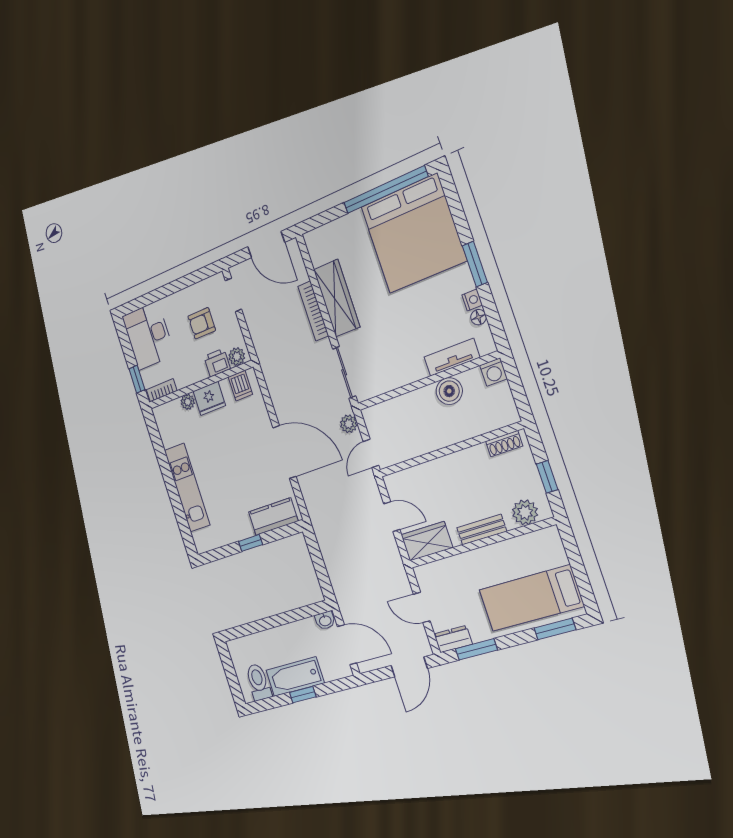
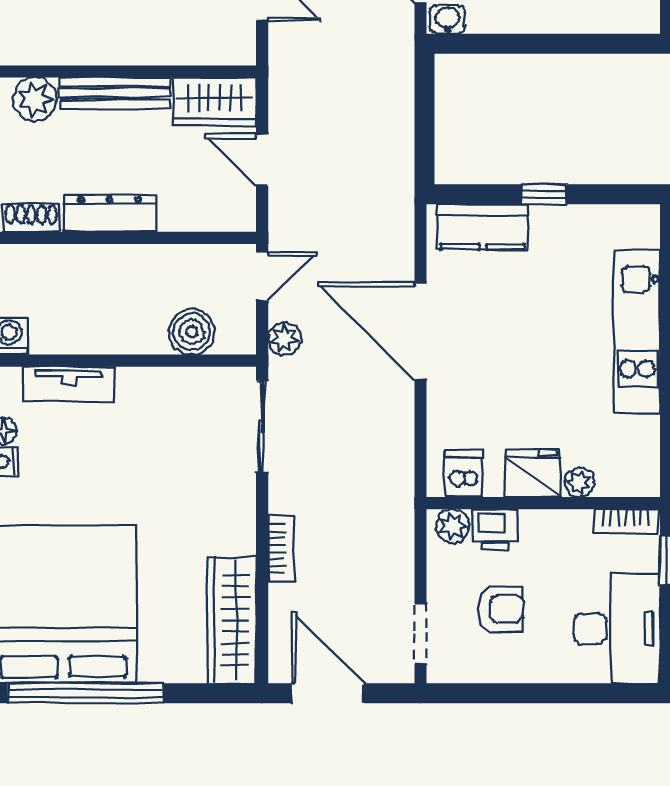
wardrobe: (337, 298) -> (232, 620), moved
bookcase: (313, 311) -> (281, 549), width x0.64
boiler: (449, 391) -> (192, 332), moved
dresser: (462, 461) -> (110, 214), added
bench: (482, 530) -> (115, 93), width x1.36

